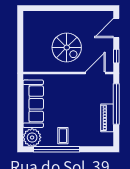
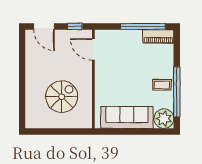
spiral stairs: (67, 47) -> (62, 97), moved
window: (116, 104) -> (143, 26), moved
piano: (107, 118) -> (158, 36), moved

